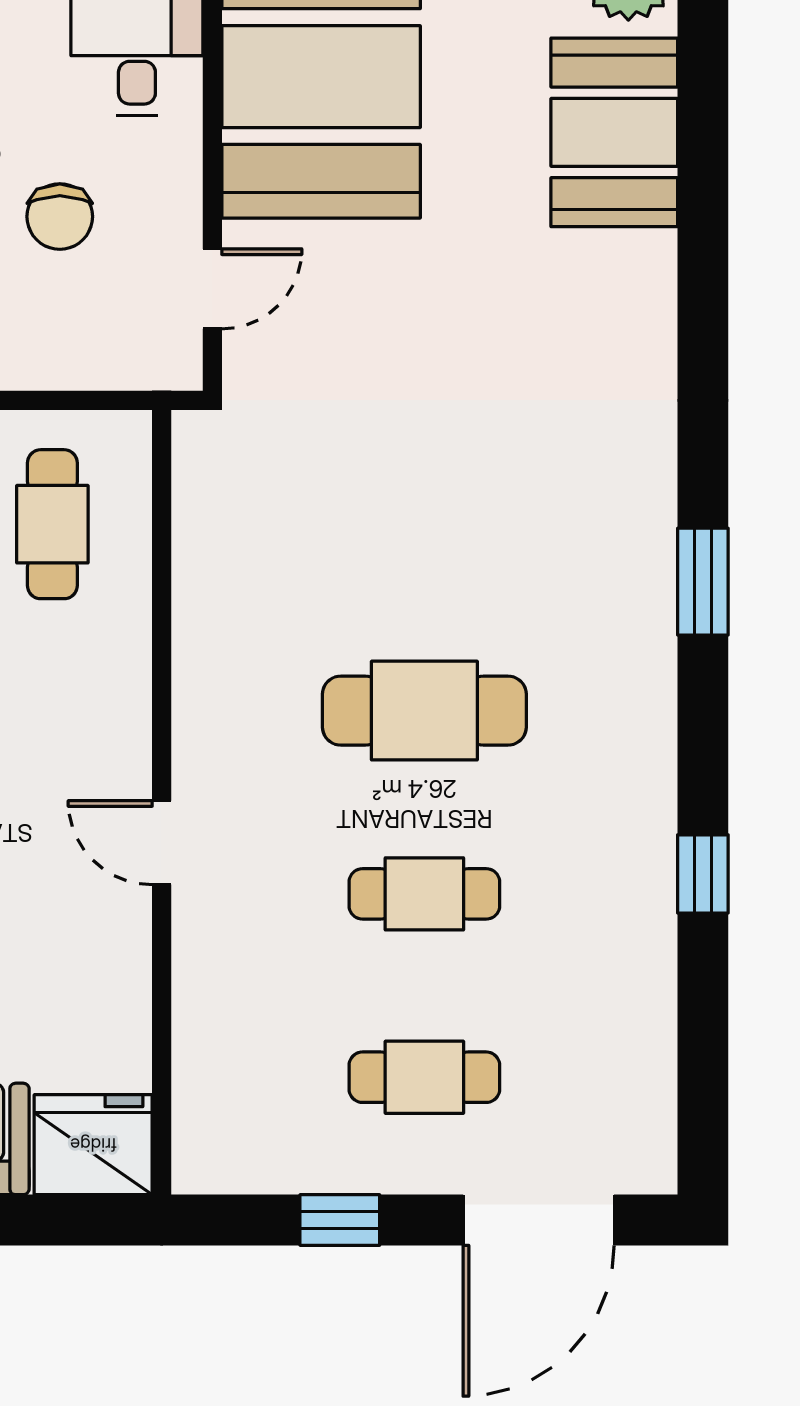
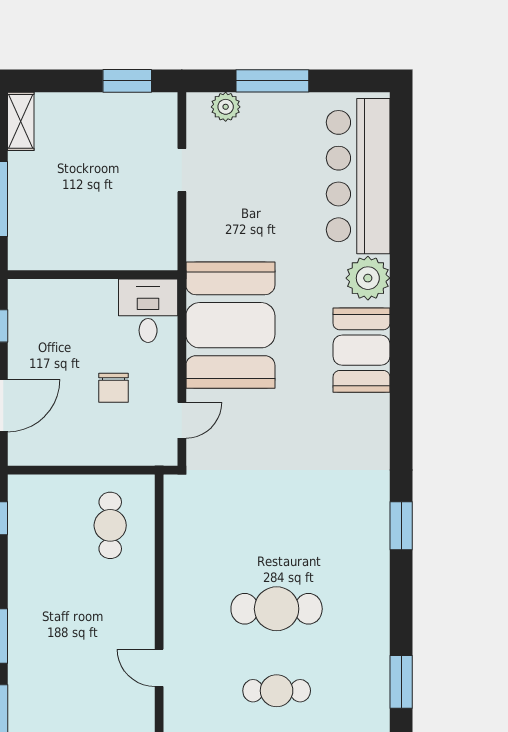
window: (703, 582) -> (401, 526), moved
window: (703, 874) -> (401, 682), width x1.50

